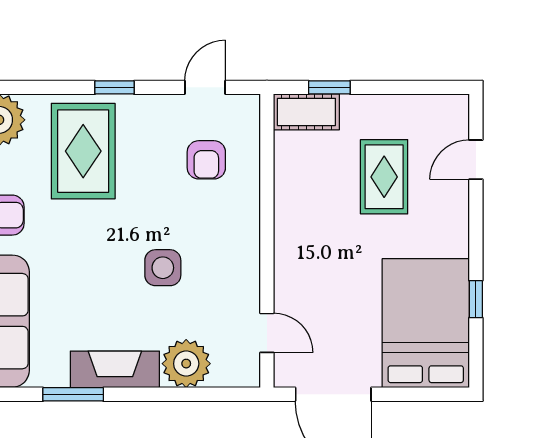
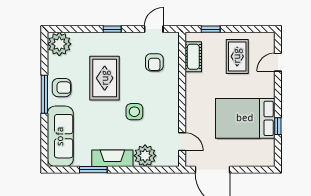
cot: (306, 112) -> (193, 57), moved, turned 90
rug: (83, 151) -> (105, 78), moved
rug: (384, 177) -> (237, 56), moved
bed: (426, 323) -> (245, 118), moved, turned -90

